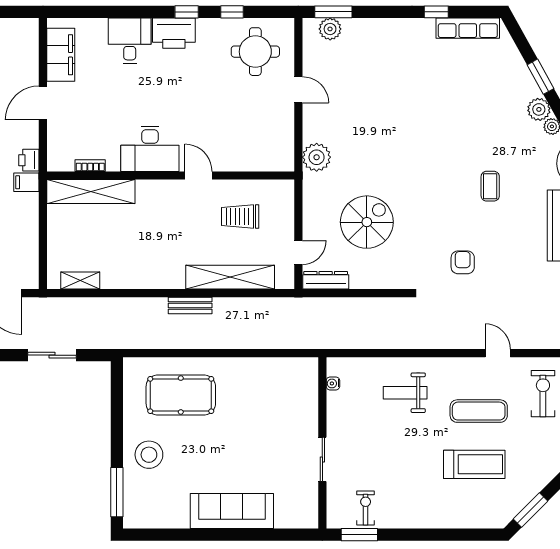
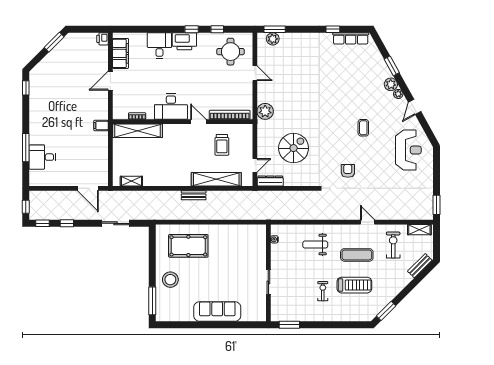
printer: (29, 160) -> (102, 39), moved
bookcase: (254, 163) -> (230, 115), added
trolley: (240, 217) -> (222, 145), turned -90
exercise bike: (366, 508) -> (323, 291), moved

